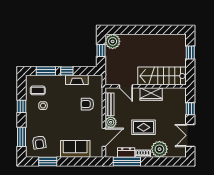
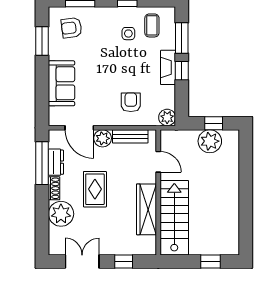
plant: (113, 41) -> (210, 141), moved
fireplace: (77, 80) -> (168, 67), moved
plant: (97, 81) -> (167, 117), added
door: (126, 86) -> (158, 162), swing flipped
wardrobe: (151, 94) -> (146, 209), width x1.50

